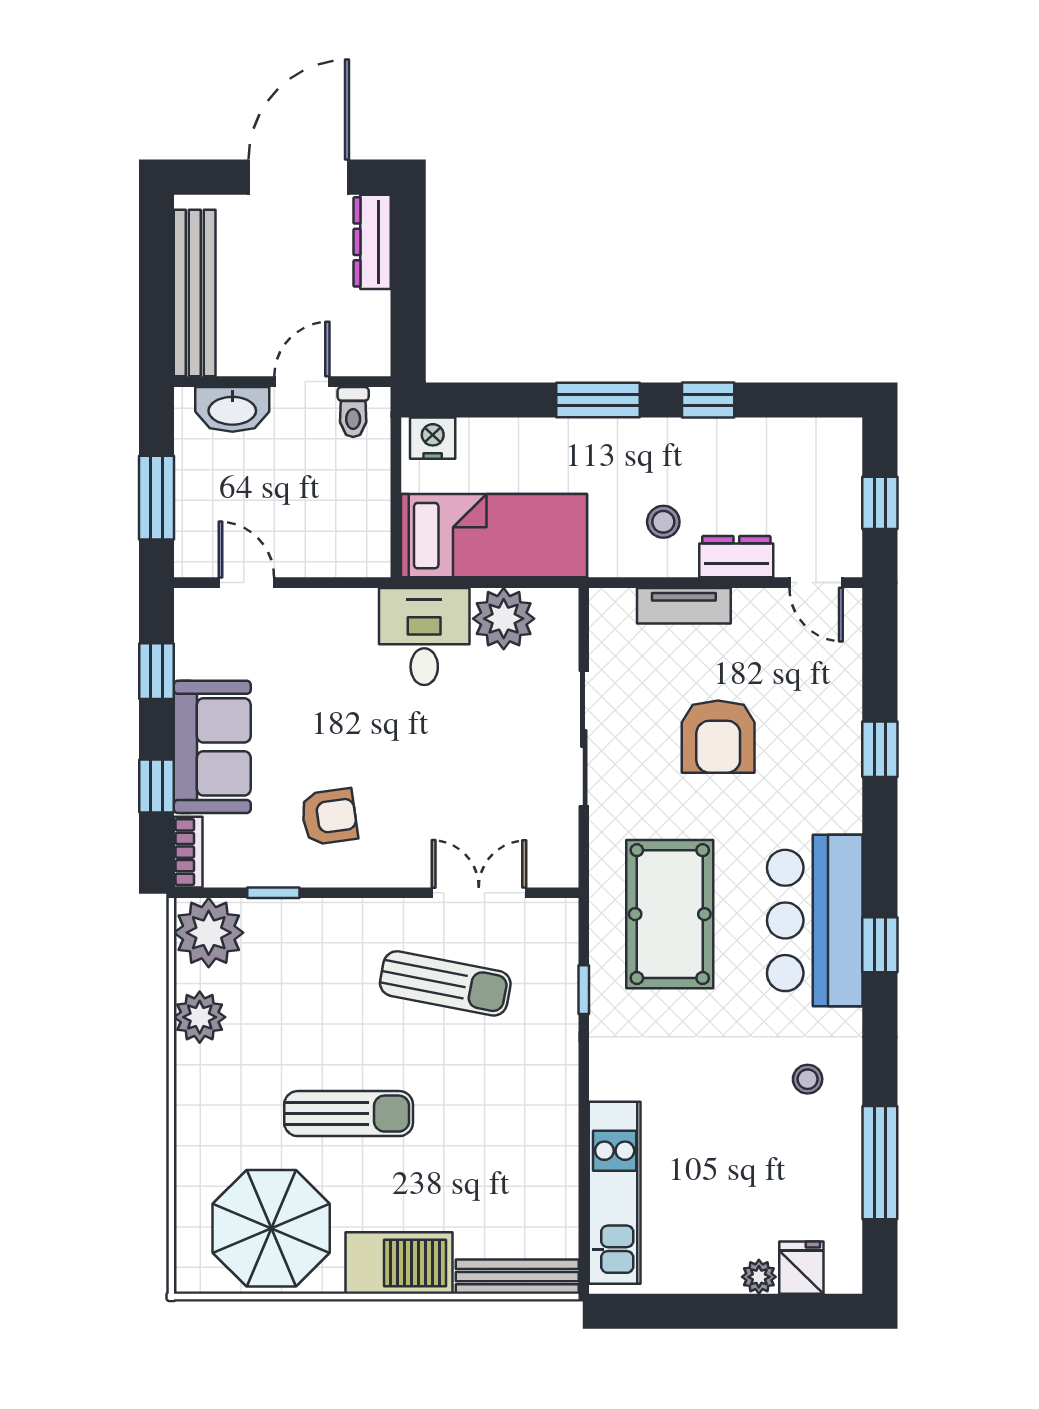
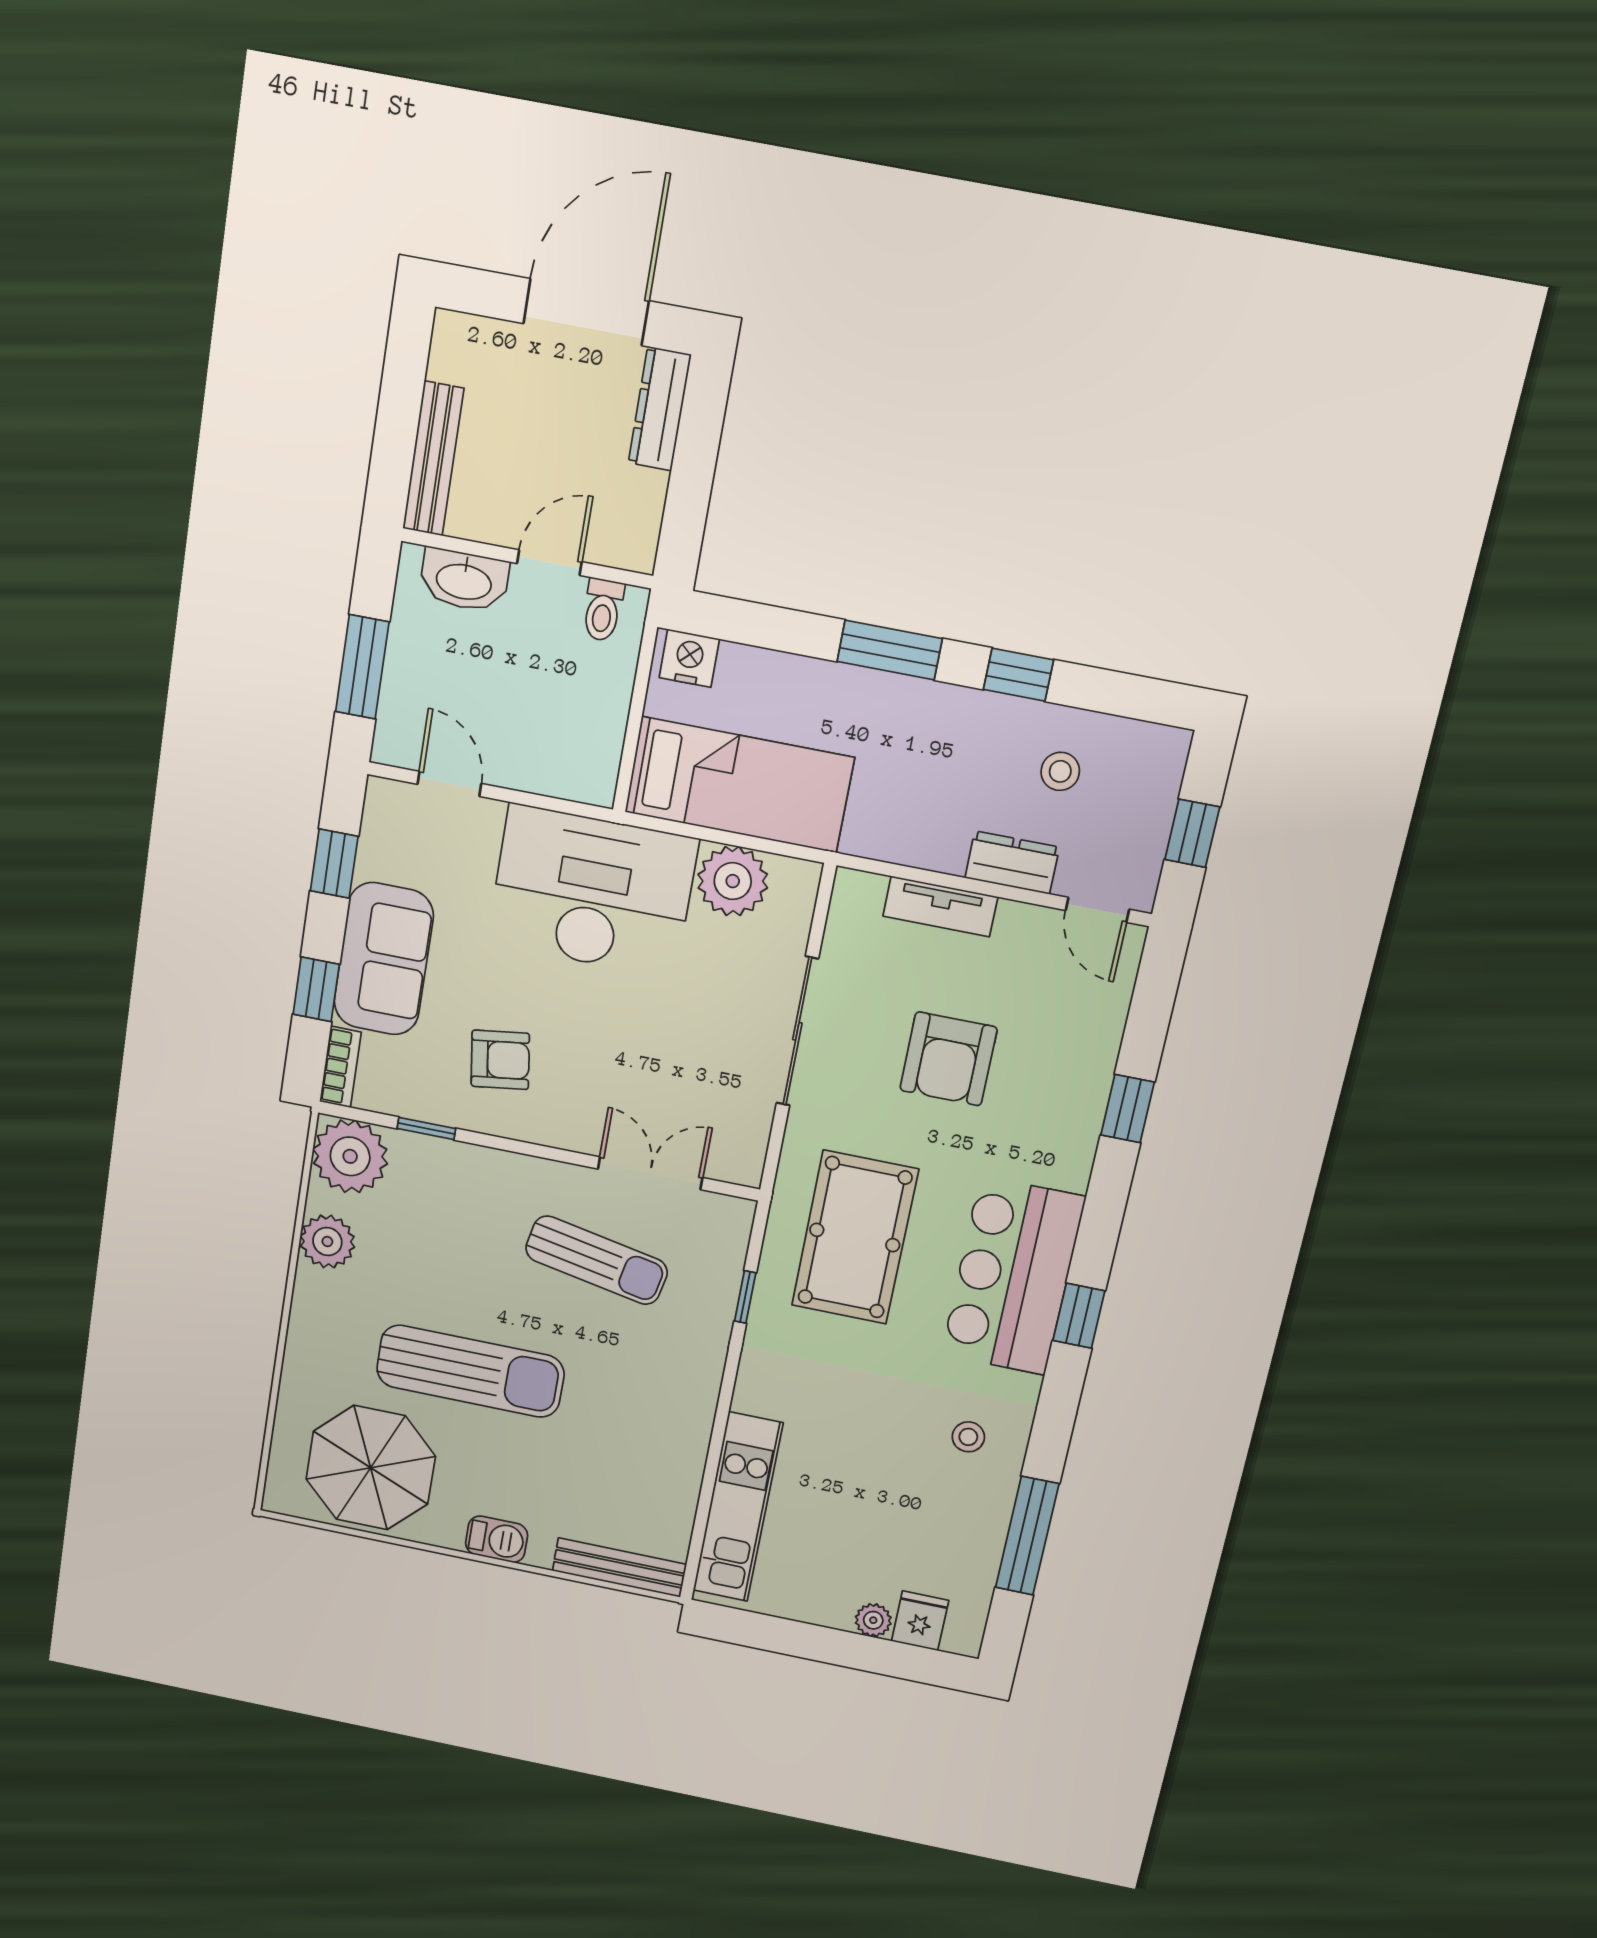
bench: (195, 293) -> (433, 459), width x0.73, depth x0.82
stool: (663, 522) -> (1060, 771), moved
desk: (424, 637) -> (592, 891), width x1.87, depth x1.30
sun lounger: (349, 1114) -> (470, 1371), width x1.36, depth x1.34
barbecue: (399, 1263) -> (497, 1539), width x0.53, depth x0.65

